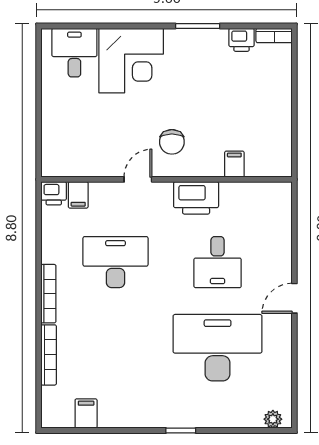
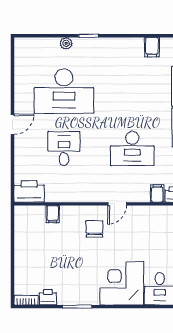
printer: (196, 198) -> (29, 191), moved
plant: (273, 419) -> (66, 43), moved

